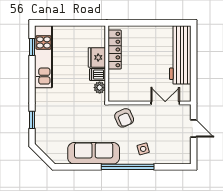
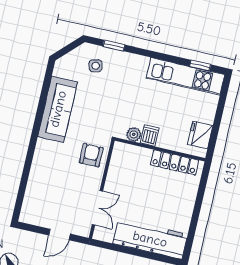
fridge: (97, 57) -> (200, 135), moved, turned -90
armchair: (124, 118) -> (91, 155), turned 113
side table: (143, 149) -> (96, 66), moved
window: (128, 167) -> (32, 146), removed

